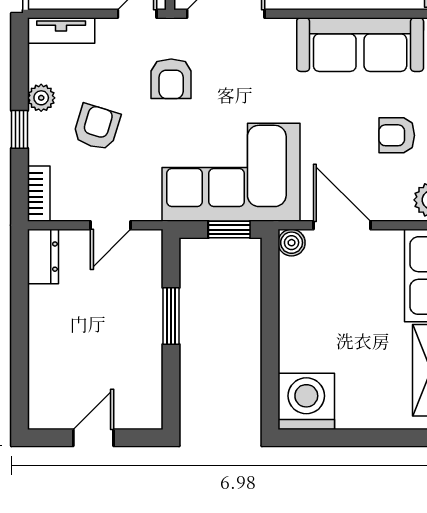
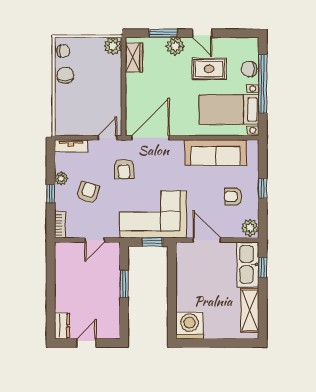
boiler: (292, 243) -> (182, 248), removed
dresser: (43, 257) -> (62, 326), moved

